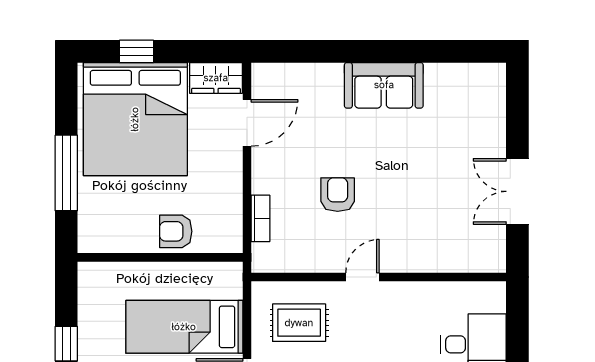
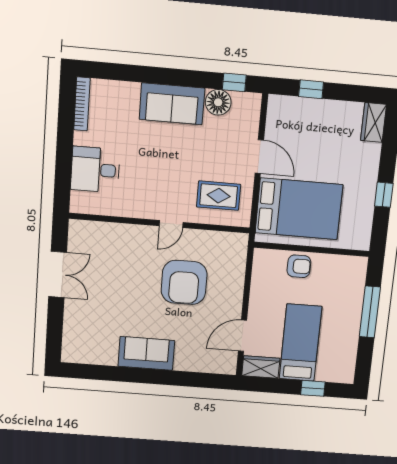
bed: (135, 119) -> (301, 343), width x0.49
armchair: (338, 195) -> (184, 282), width x1.88, depth x1.88
bookcase: (261, 218) -> (239, 270), removed
bed: (184, 327) -> (299, 209), width x1.50

